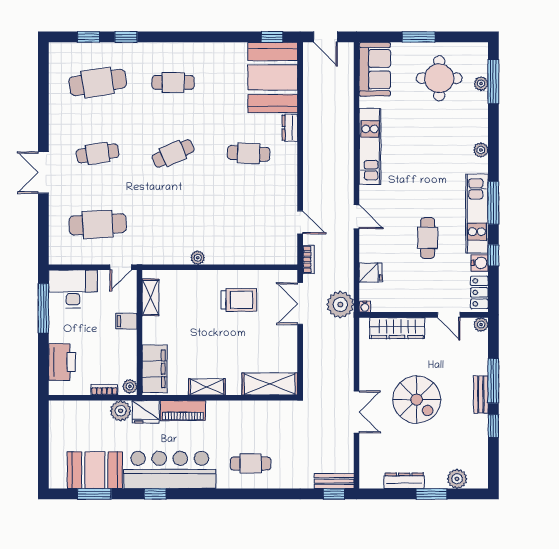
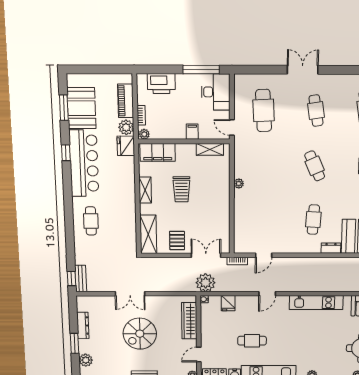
trolley: (239, 300) -> (182, 189), moved
pallet: (279, 344) -> (177, 241), added
piano: (183, 411) -> (126, 101), moved

